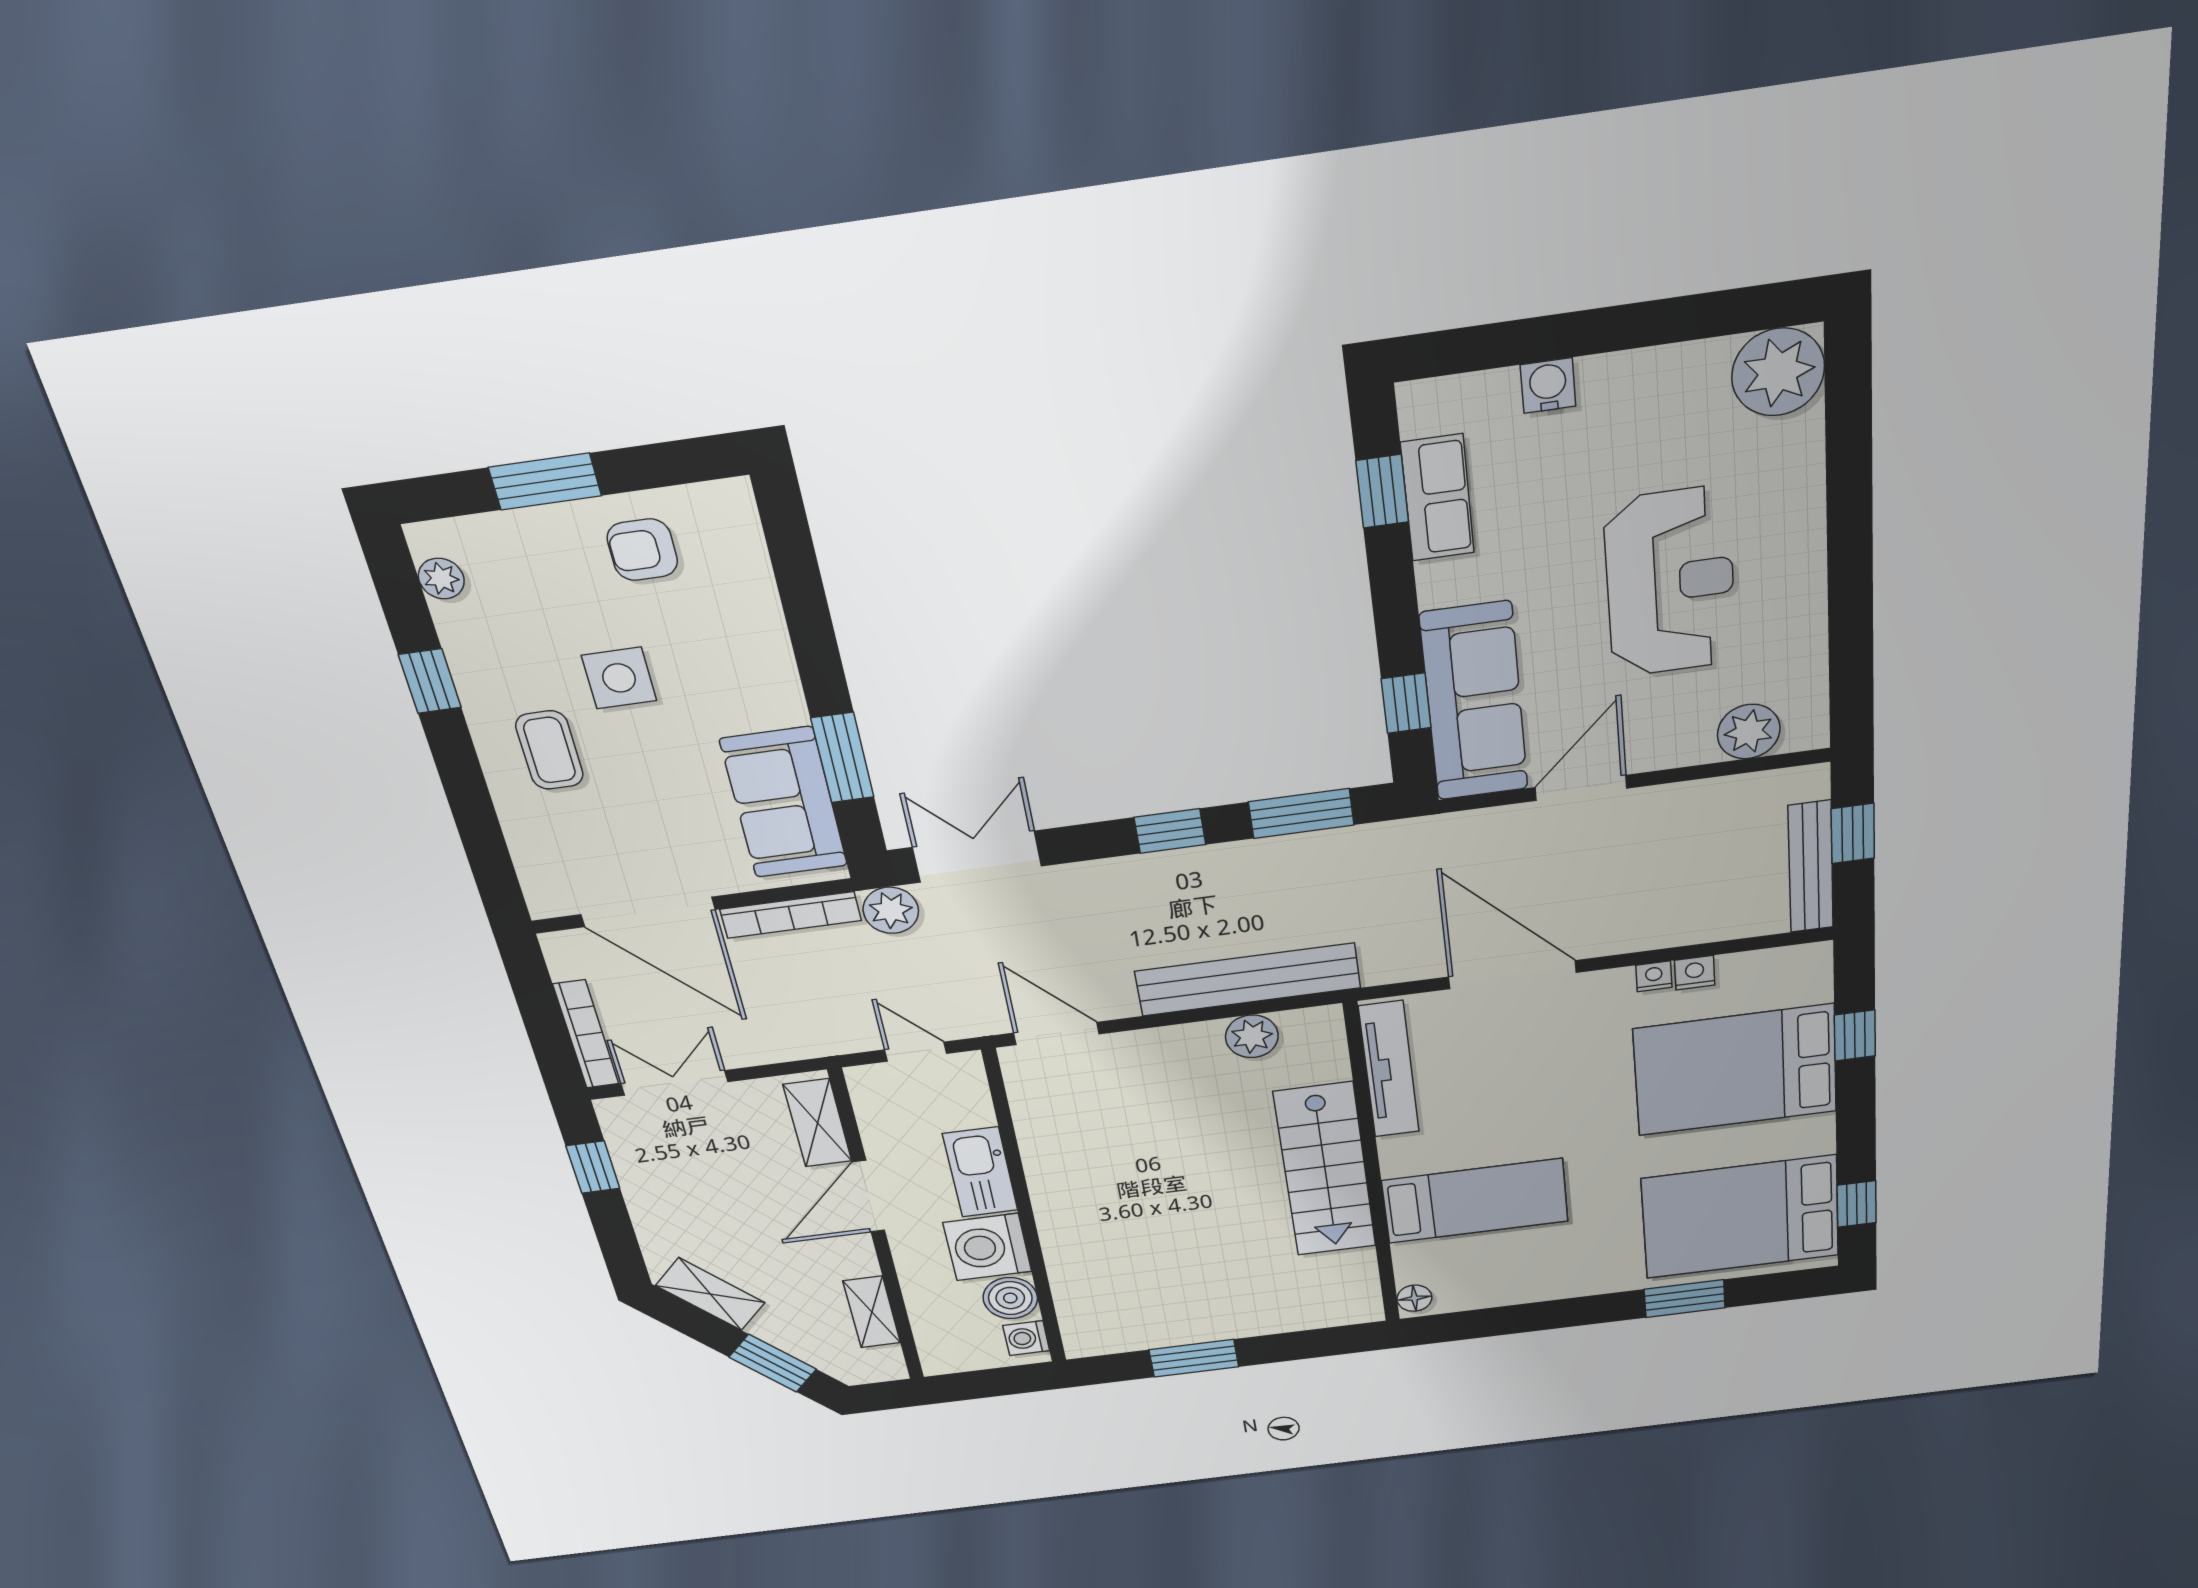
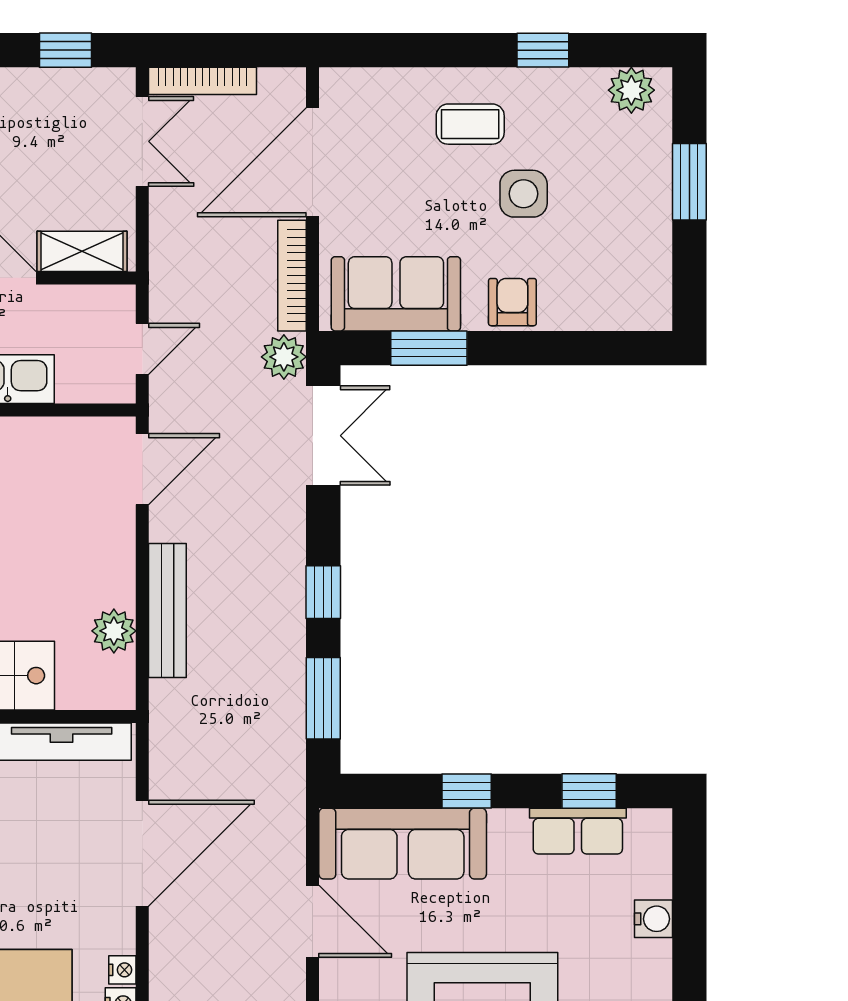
armchair: (642, 550) -> (512, 302), moved
plant: (441, 579) -> (631, 90), width x1.38, depth x1.38
window: (1406, 703) -> (467, 791), moved
bench: (1248, 980) -> (167, 610), width x0.73, depth x0.82

